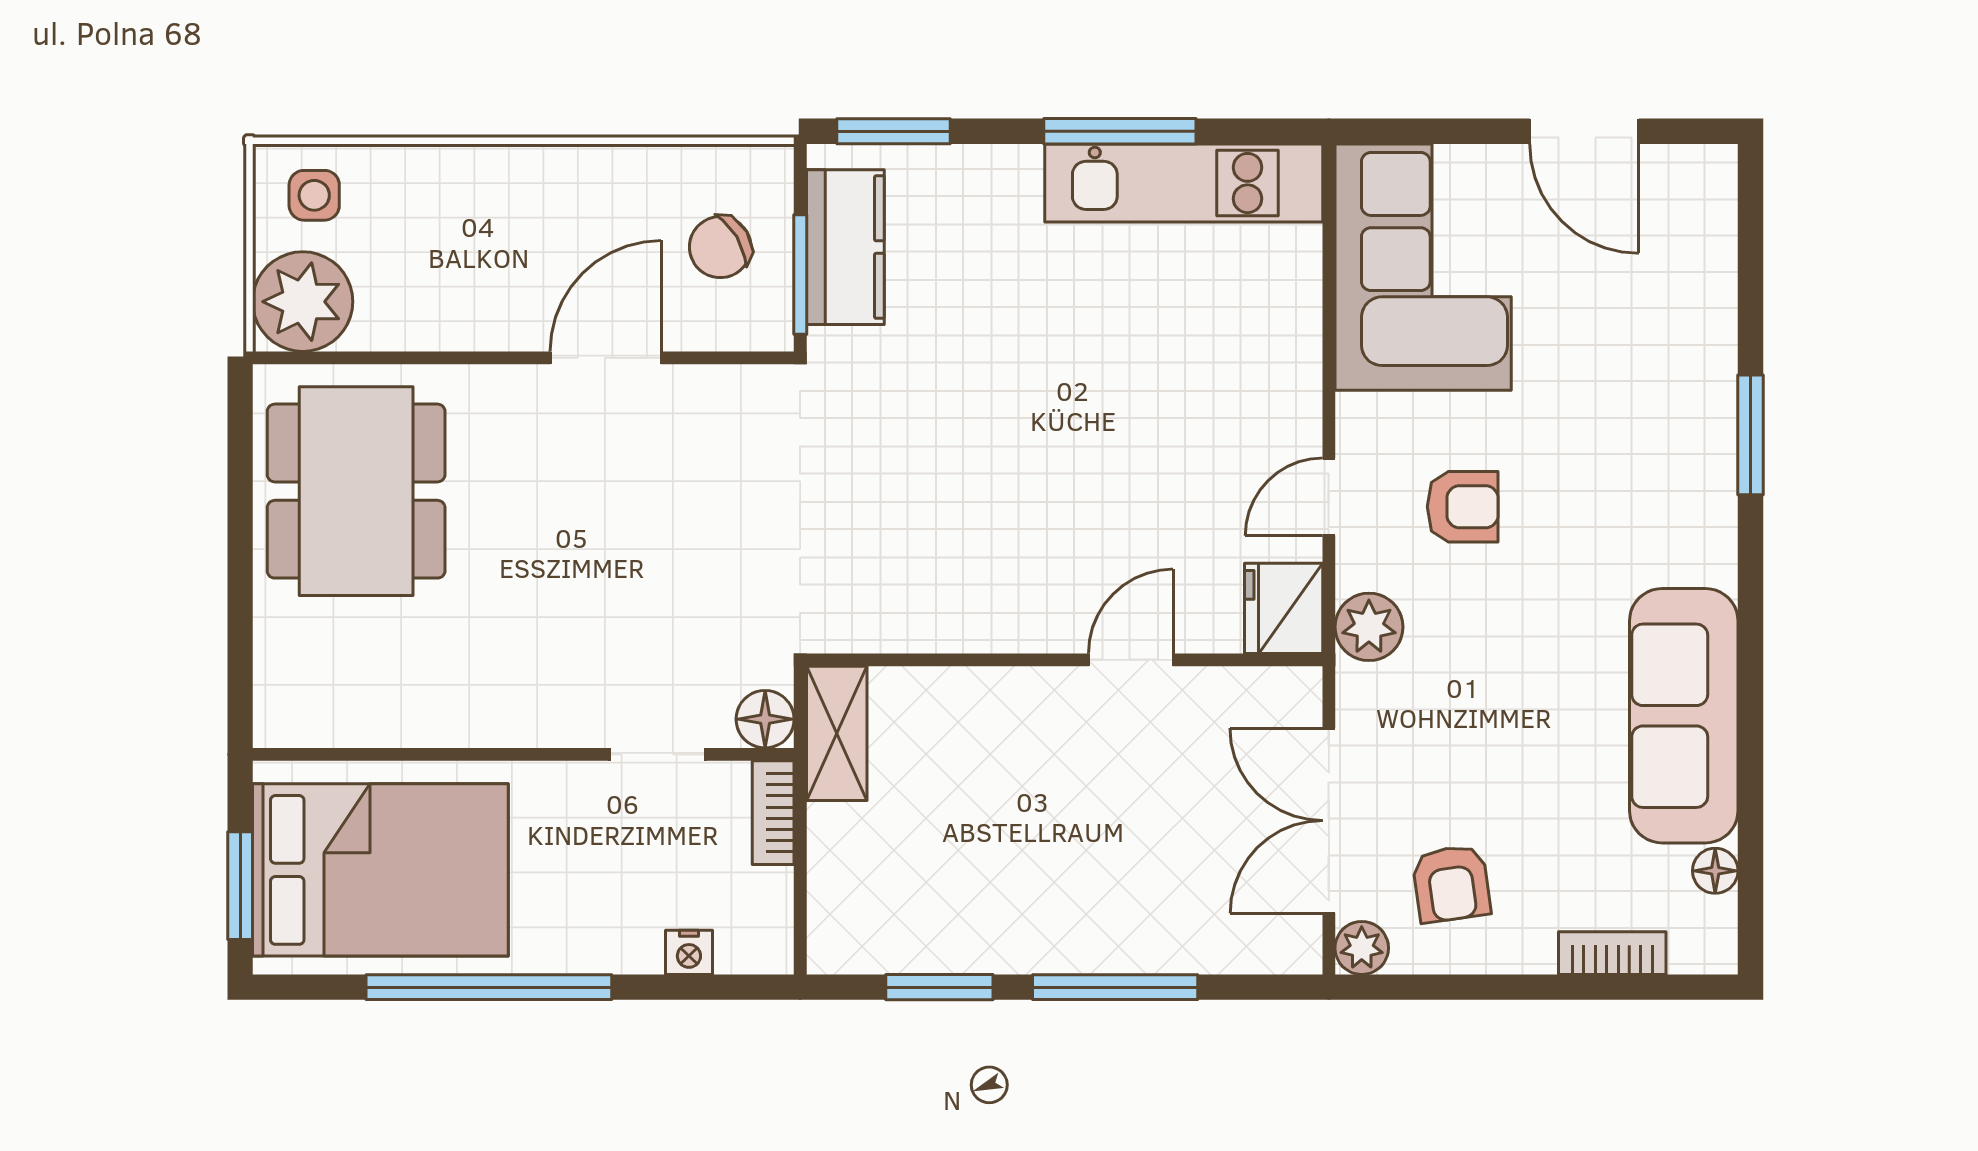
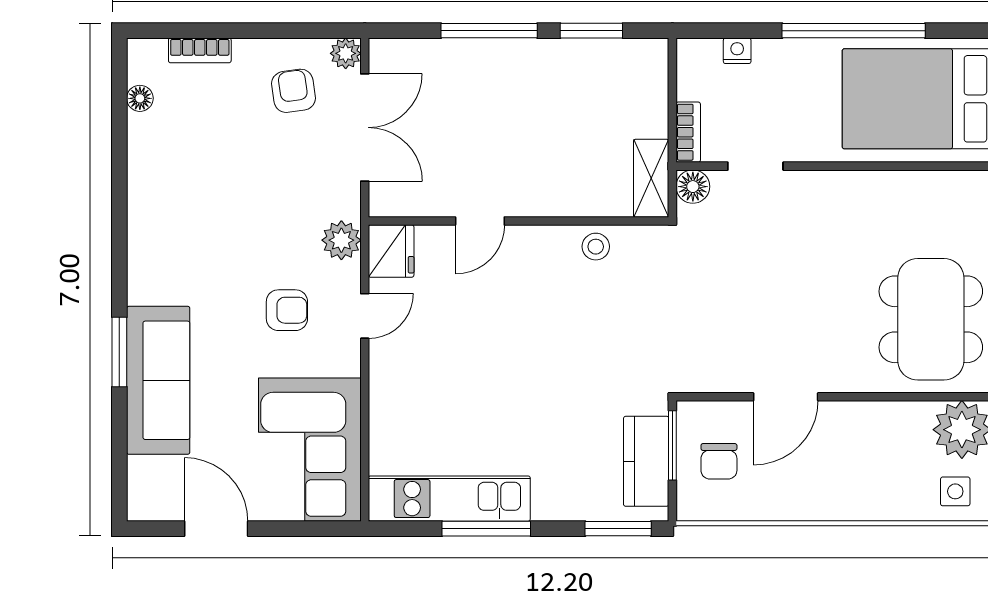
chair: (720, 247) -> (719, 461), turned 121
armchair: (1463, 507) -> (287, 310), turned 180
stool: (932, 616) -> (596, 247), added
sofa: (1684, 716) -> (158, 380), moved

